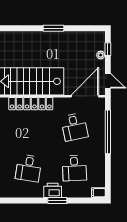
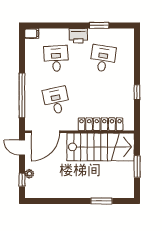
window: (54, 28) -> (101, 201), moved
window: (57, 201) -> (99, 25), moved

